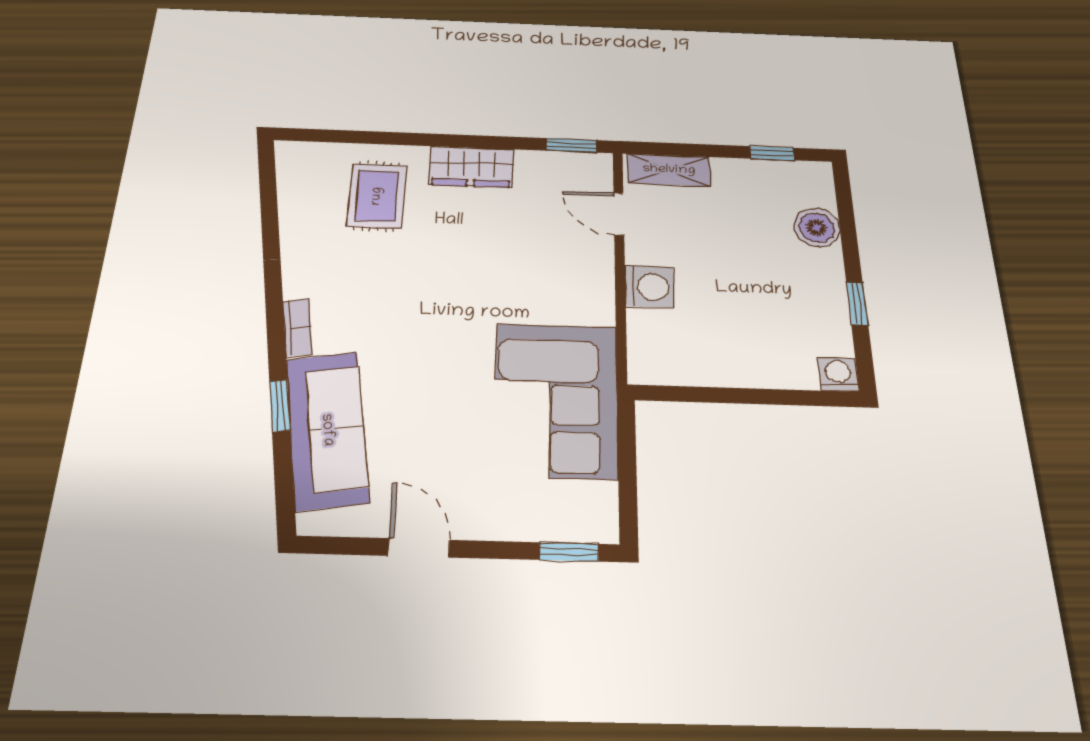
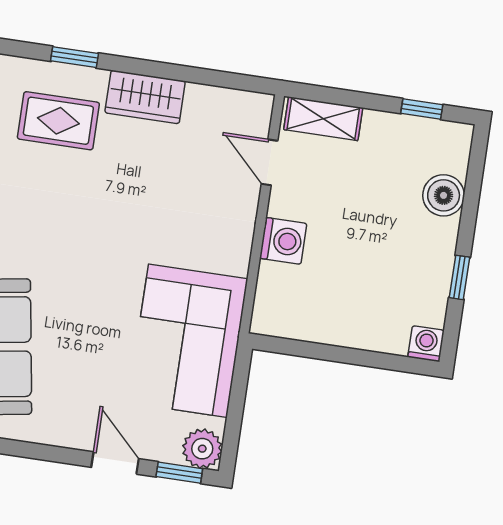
window: (572, 145) -> (75, 57), moved
rug: (377, 196) -> (58, 121), turned 90
plant: (594, 520) -> (202, 449), added
door: (419, 548) -> (115, 463), moved

